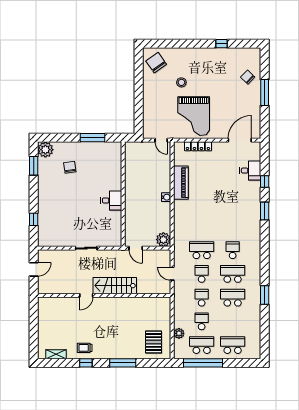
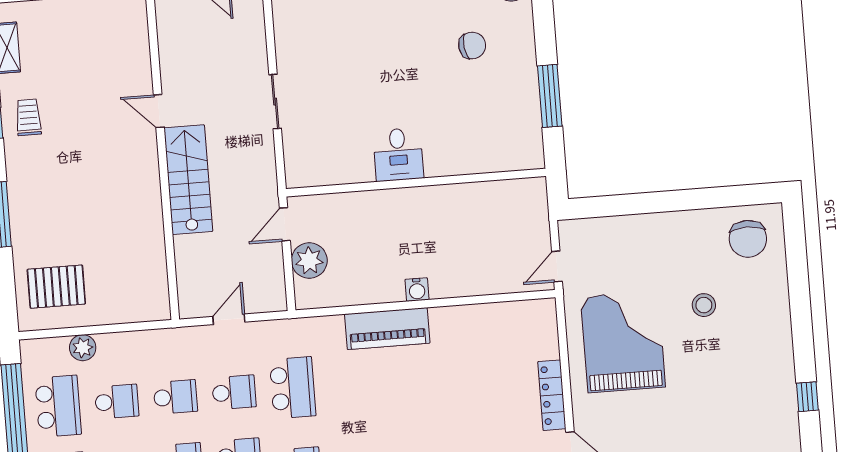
chair: (156, 63) -> (748, 239), turned 125
grand piano: (194, 116) -> (623, 342), turned 90
locker: (198, 146) -> (552, 395), moved
piano: (181, 183) -> (387, 329), moved
plant: (163, 240) -> (309, 260), moved

